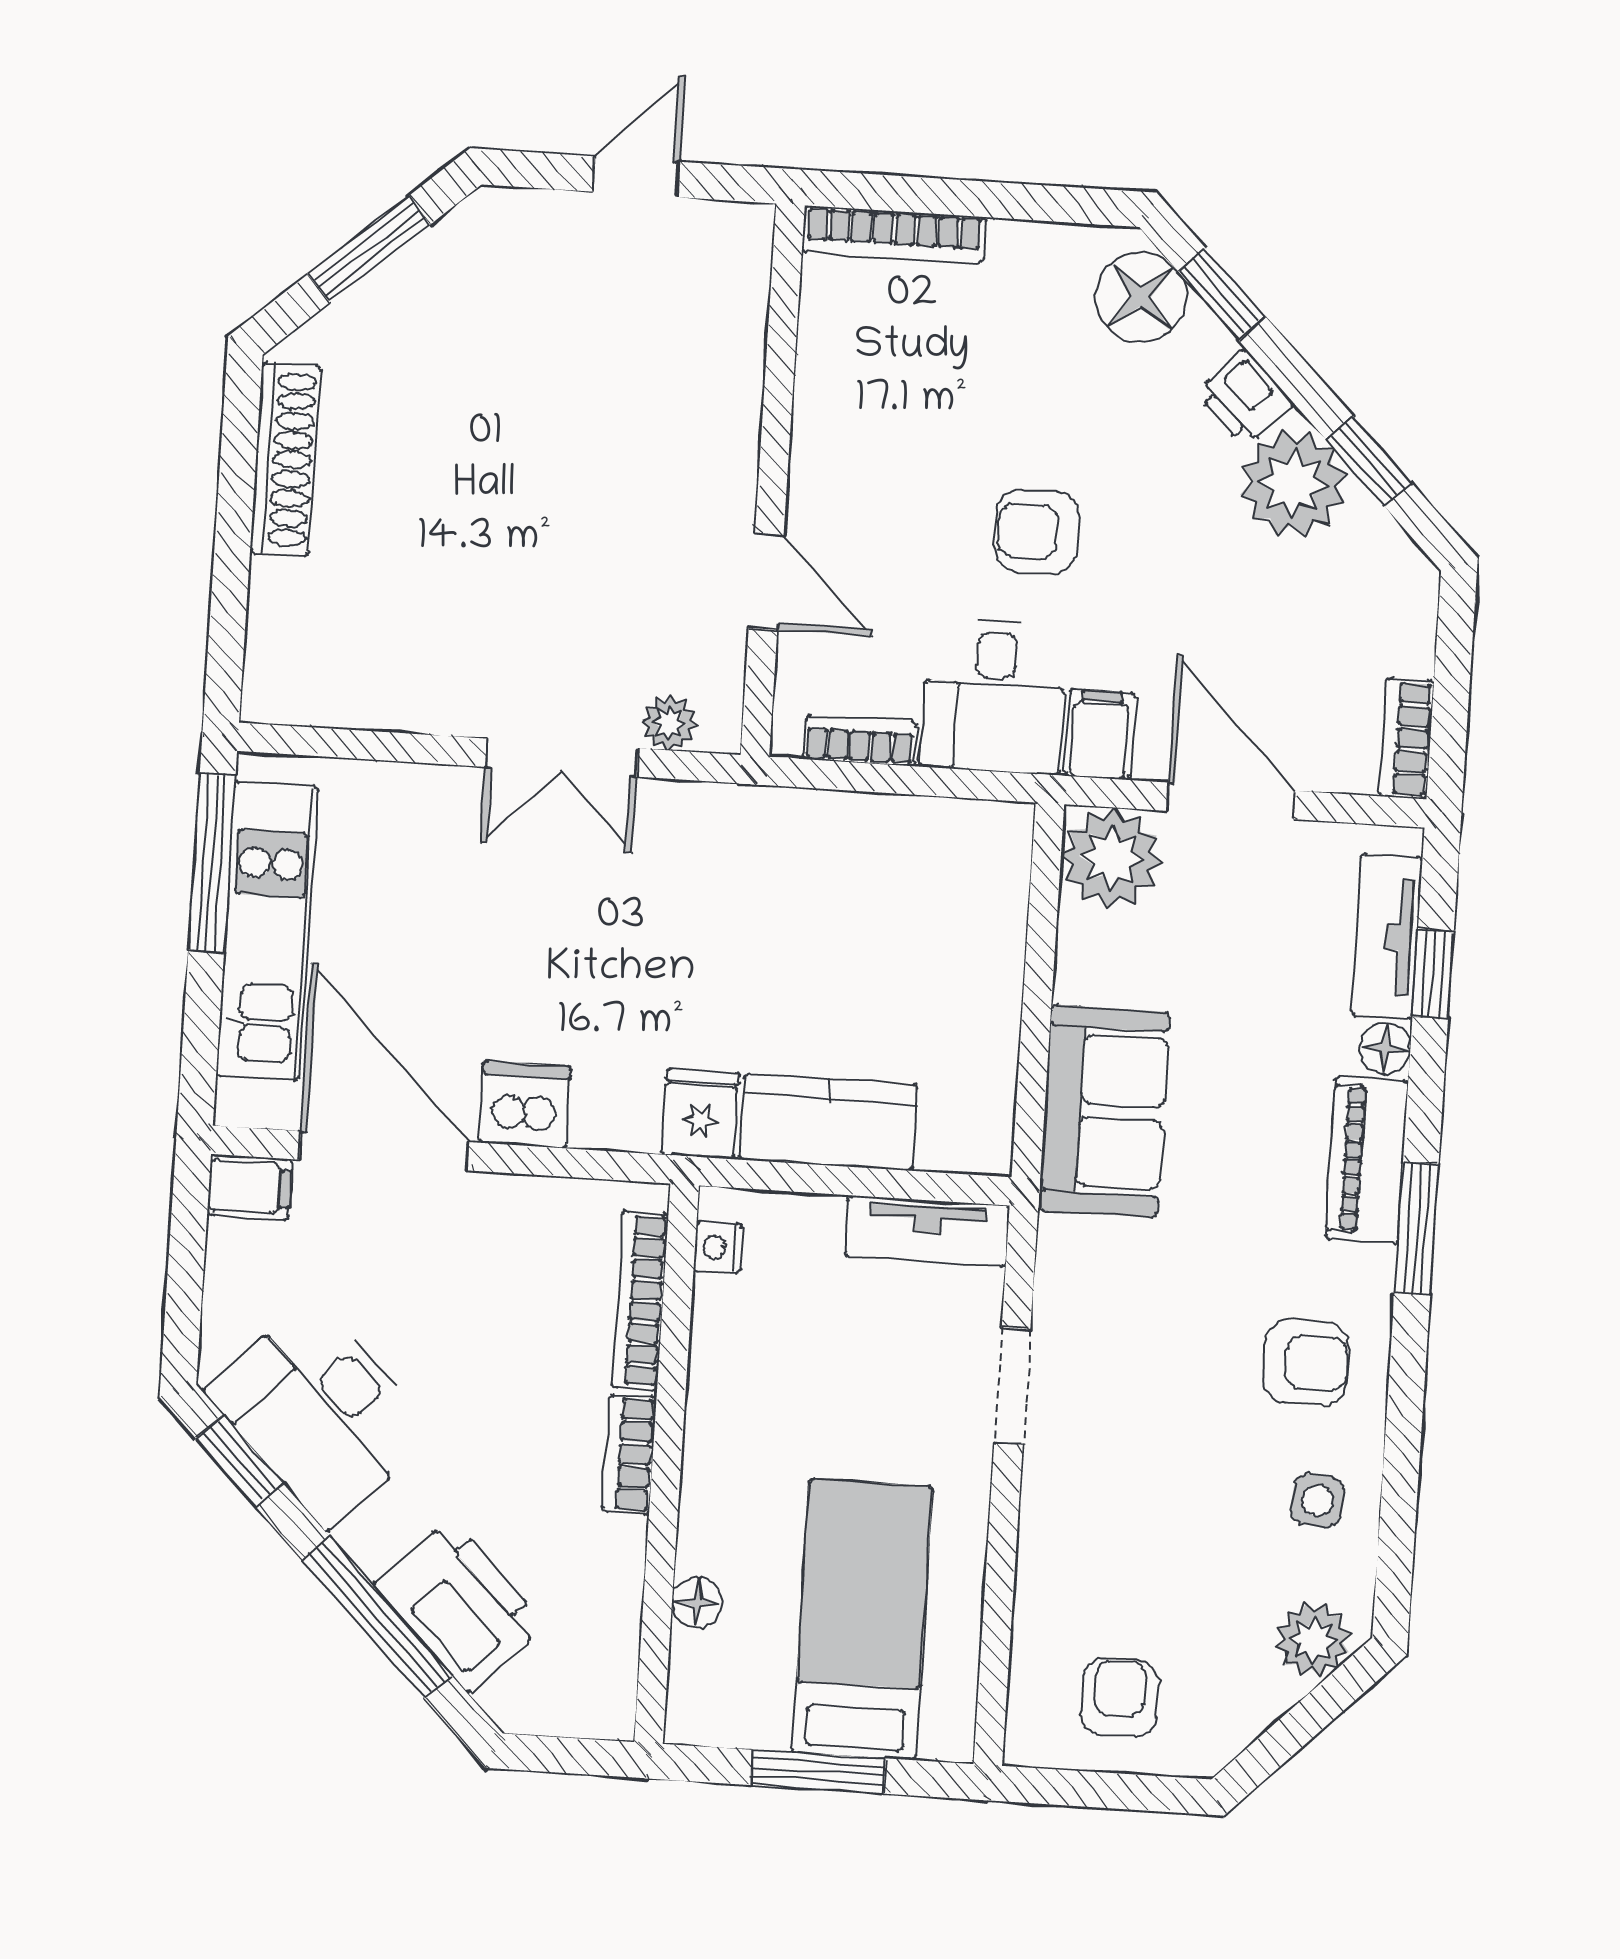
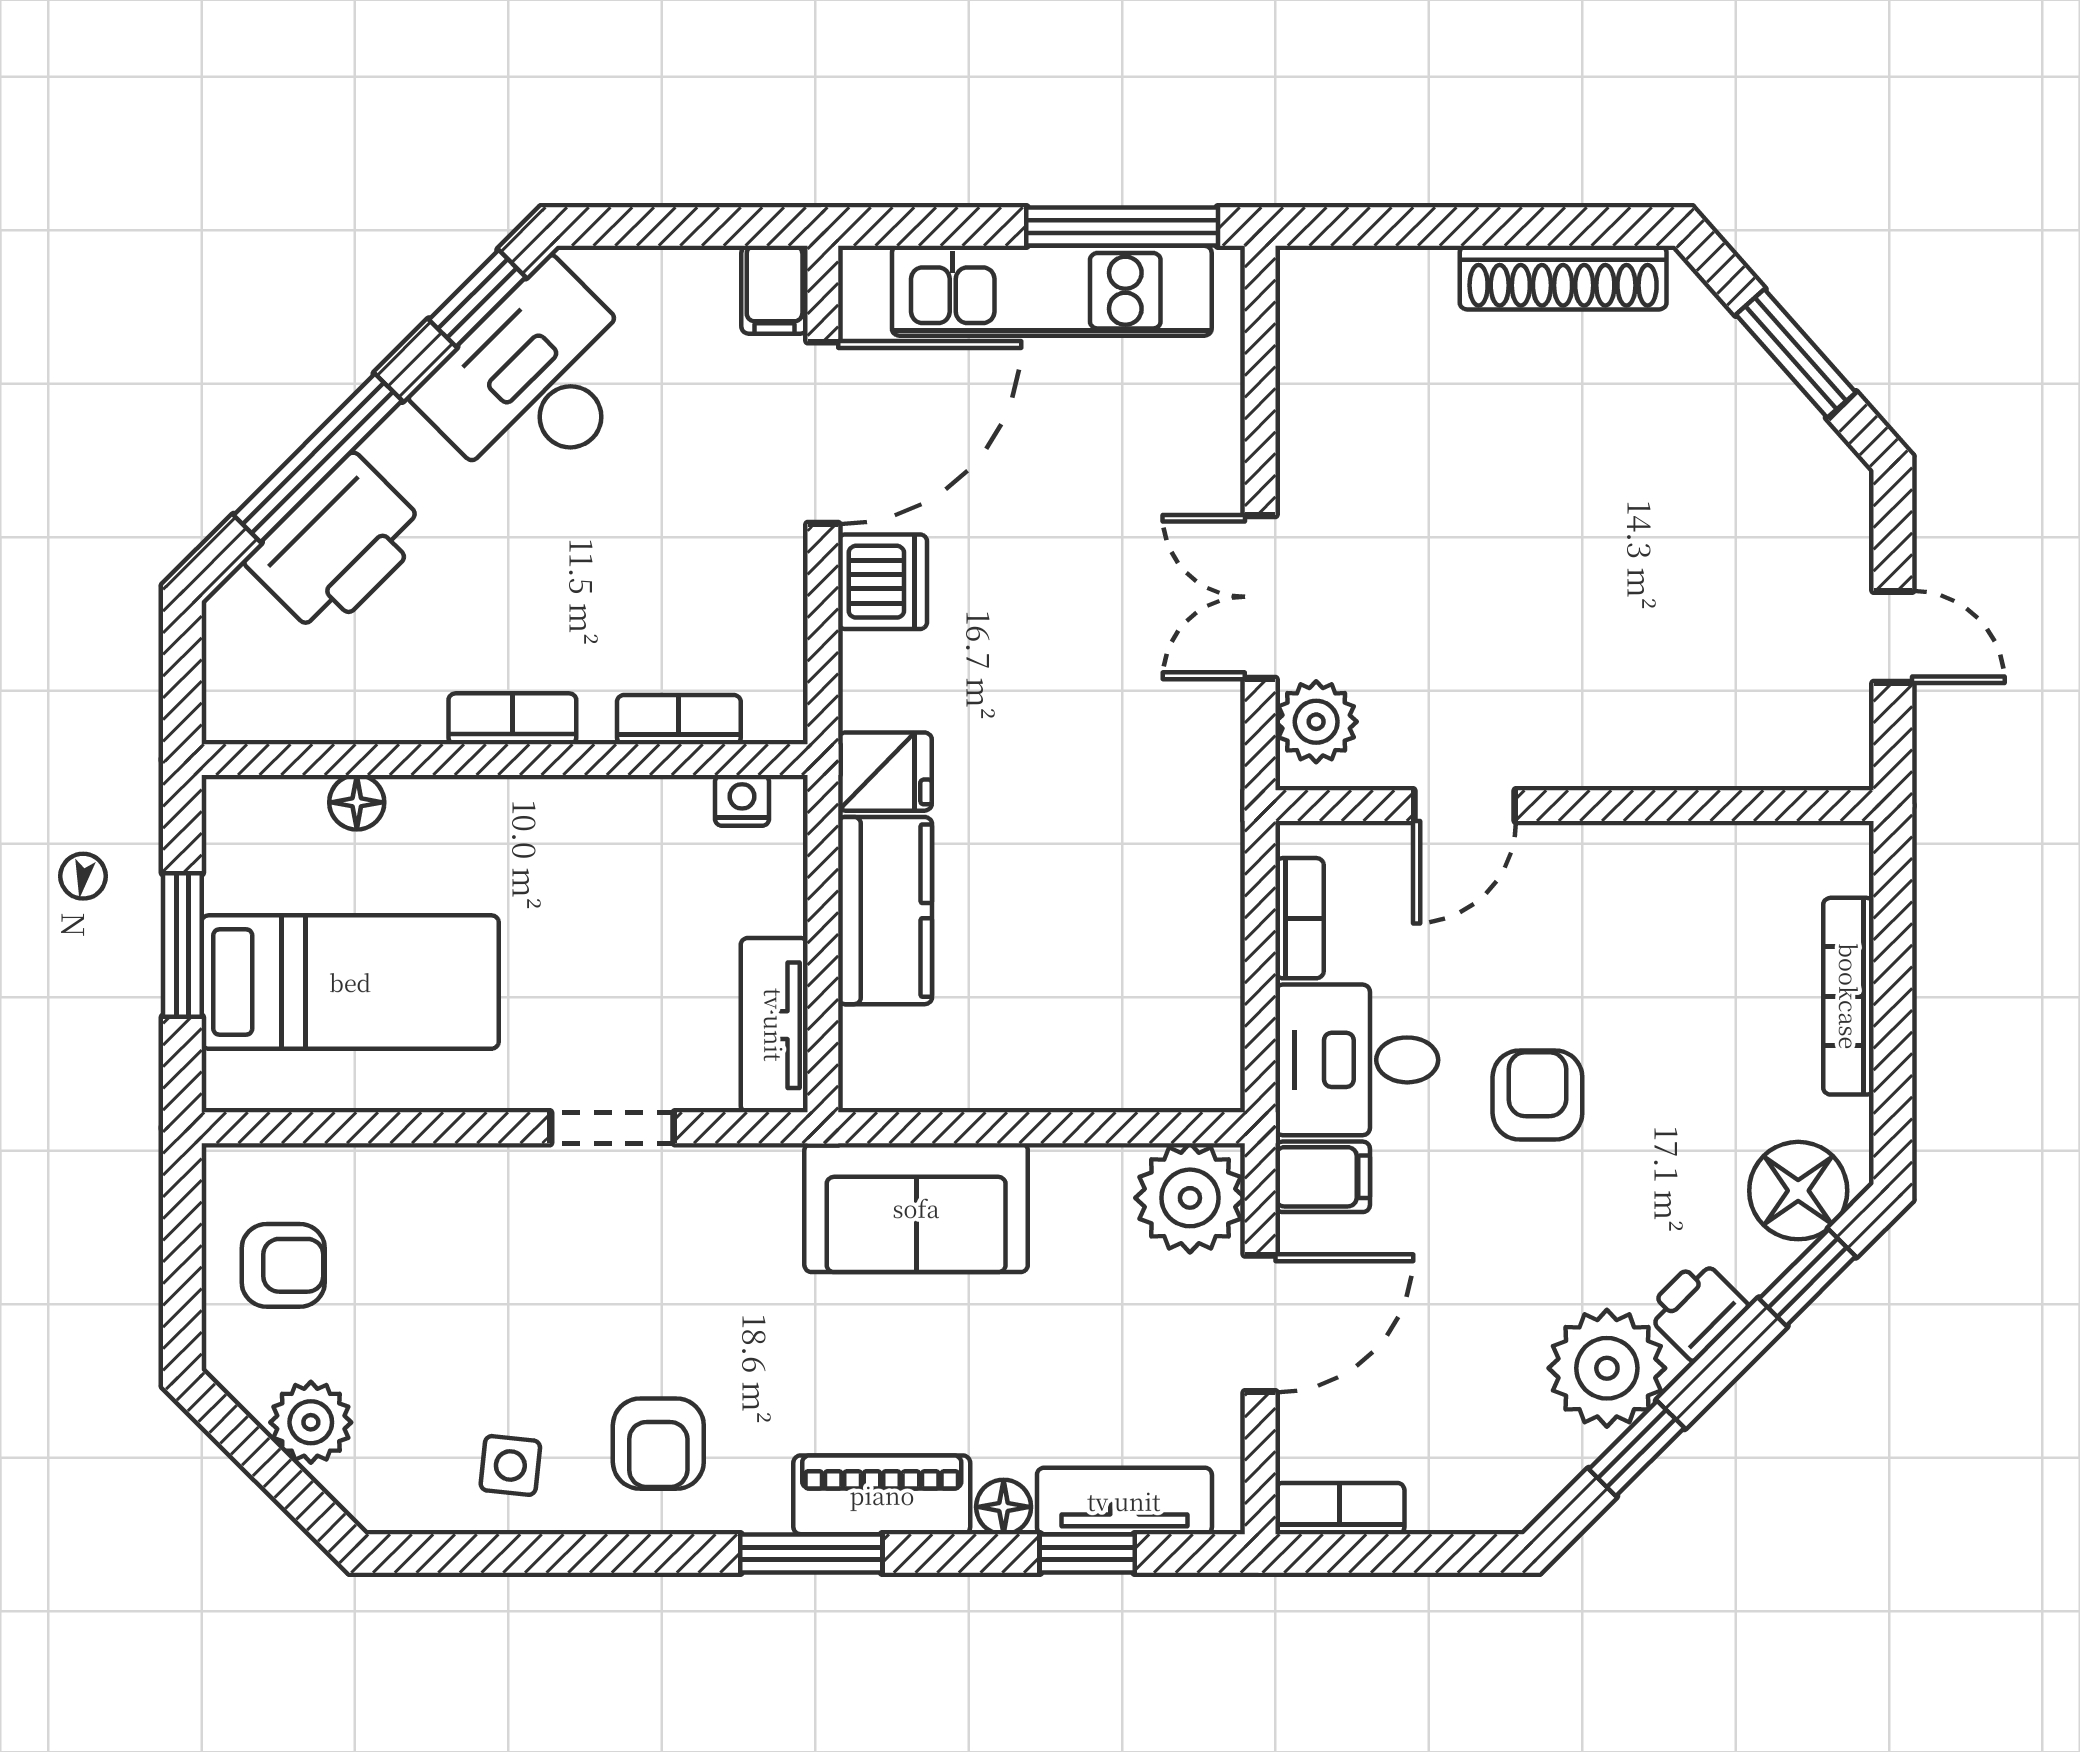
bookcase: (894, 234) -> (1849, 996), moved
plant: (669, 723) -> (1316, 722), width x1.38, depth x1.38
bookcase: (640, 1301) -> (679, 720), width x0.64
plant: (1313, 1640) -> (311, 1422), moved

